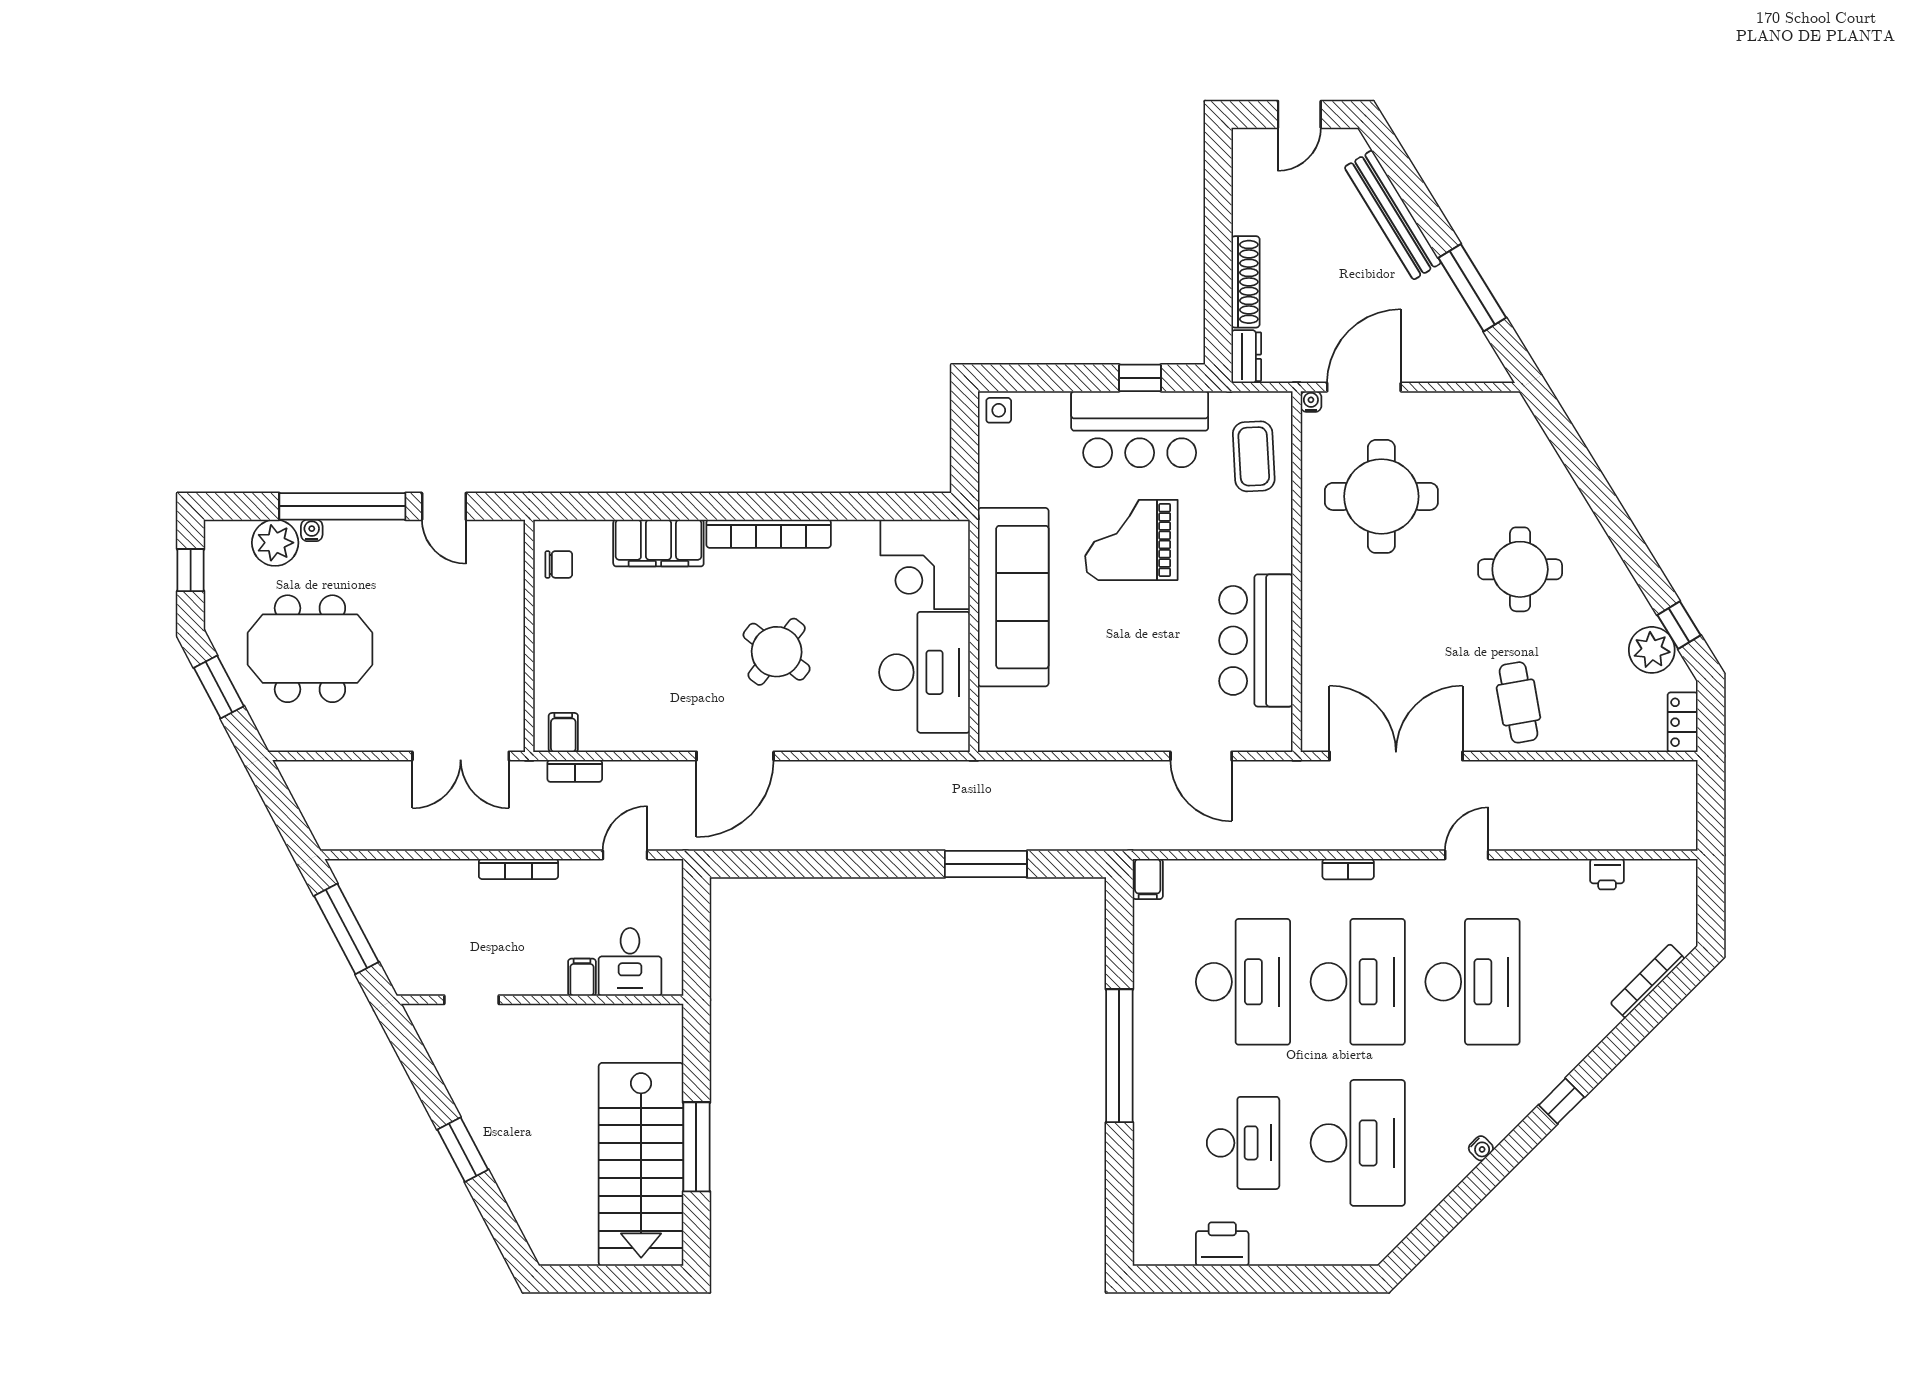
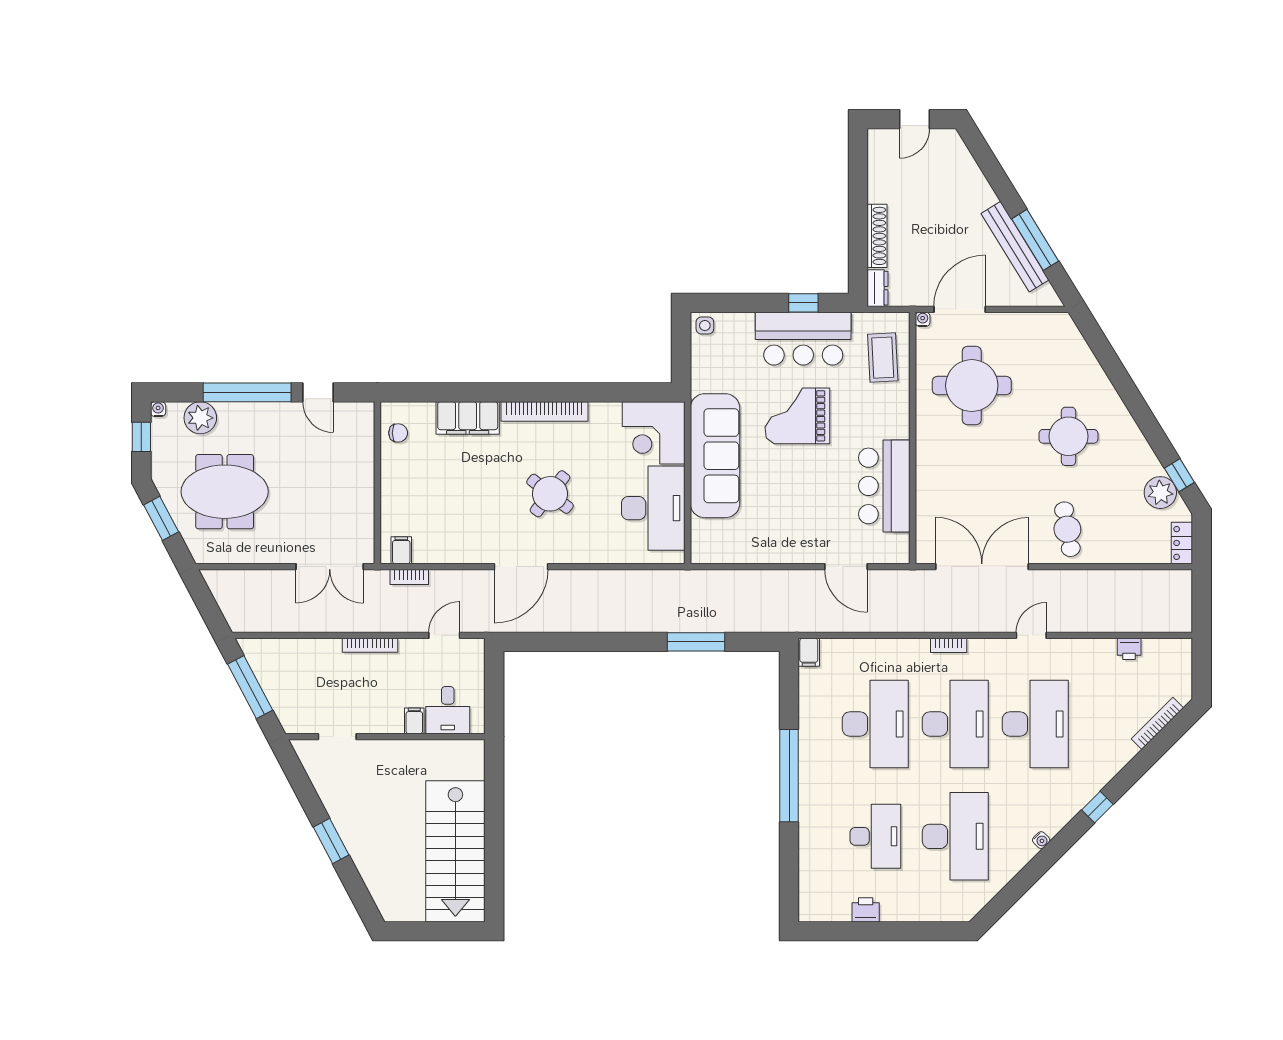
bench: (1393, 215) -> (1015, 247), moved
water cooler: (312, 530) -> (158, 409), moved
window: (696, 1147) -> (494, 839), removed
printer: (1222, 1244) -> (866, 910), width x0.73, depth x0.81

